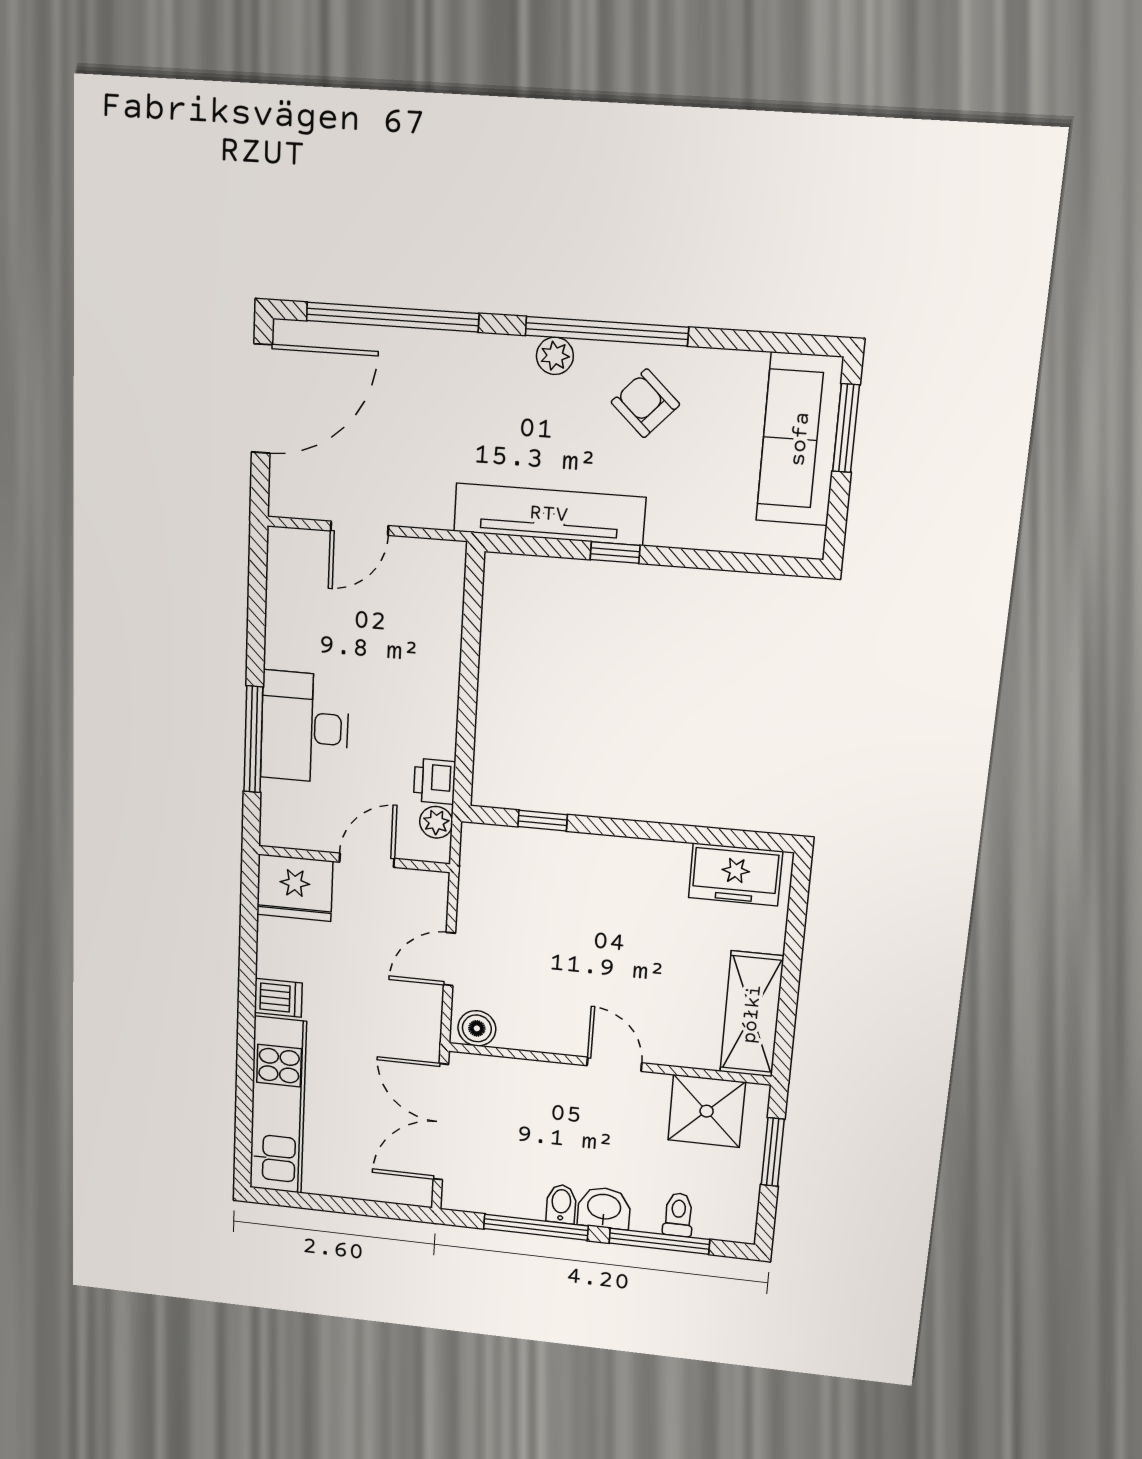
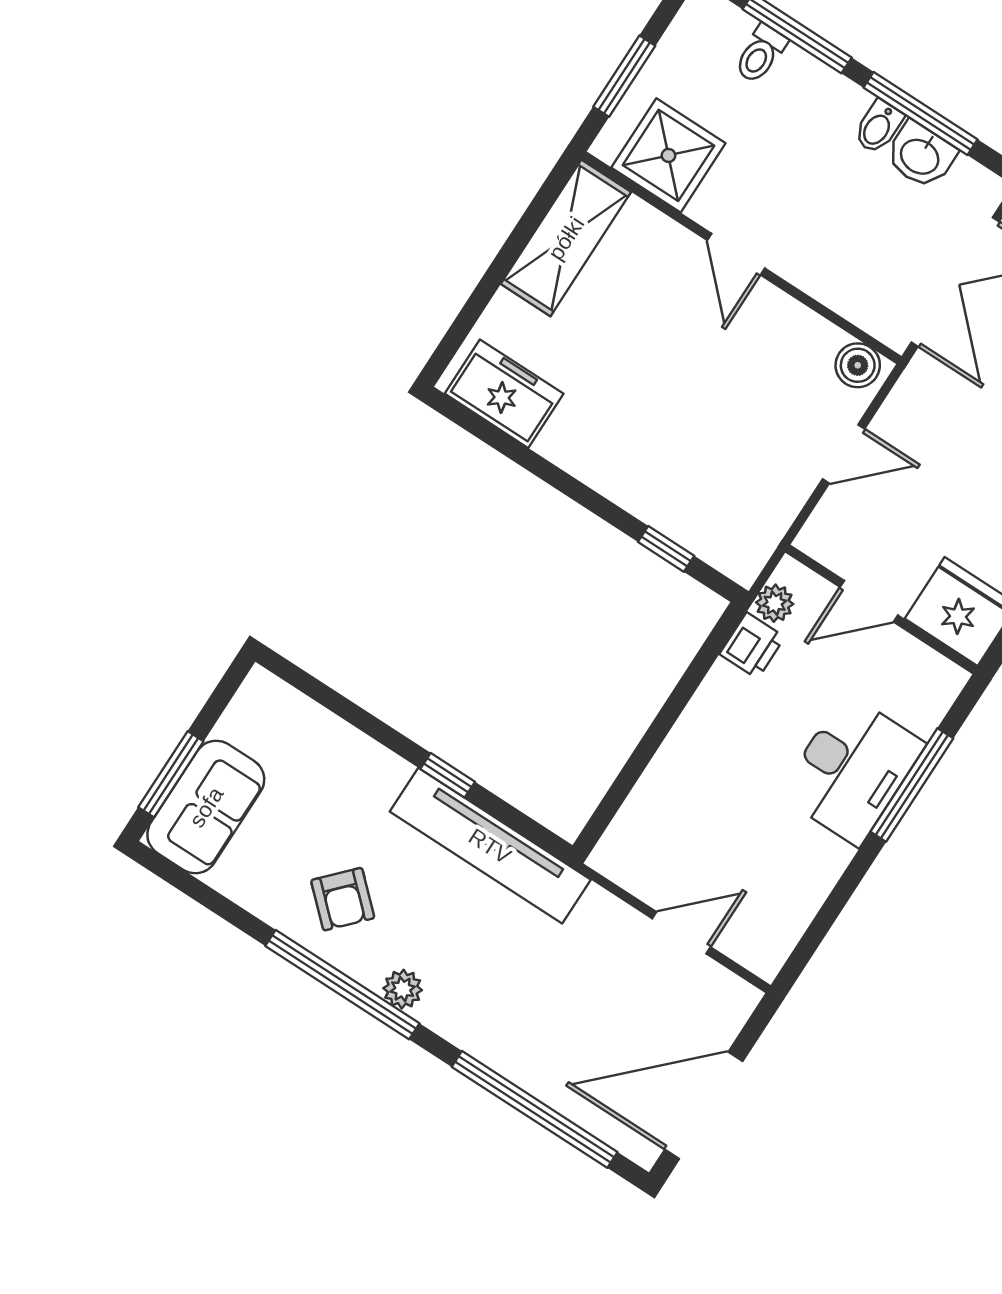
sofa: (800, 439) -> (206, 807), width x0.73
washbasin: (604, 1208) -> (920, 155), moved

